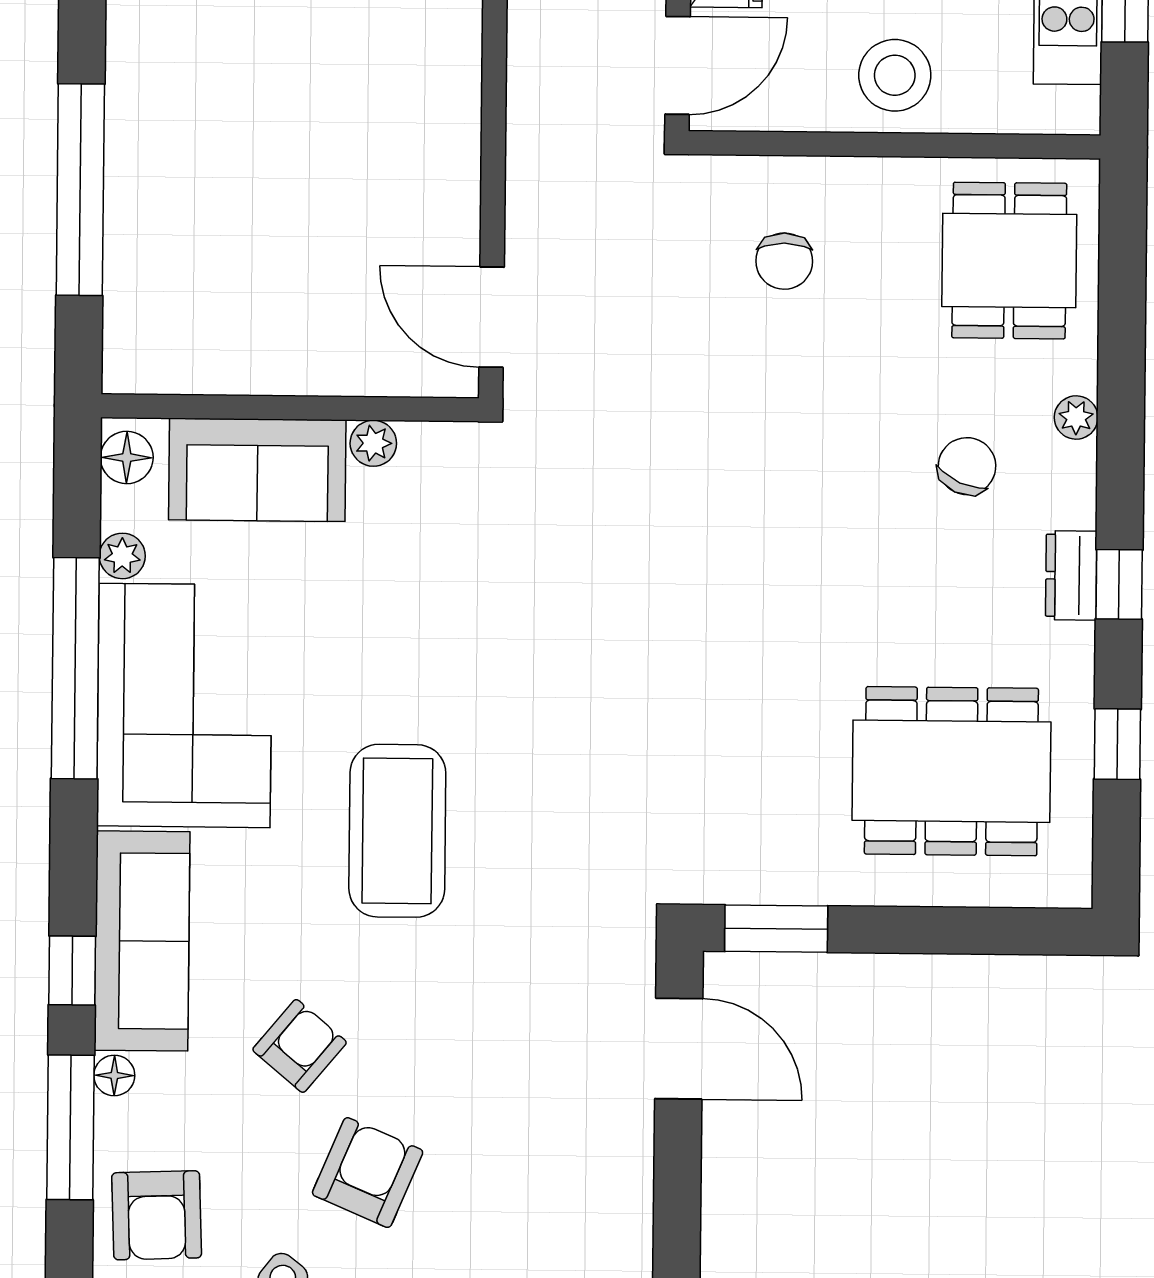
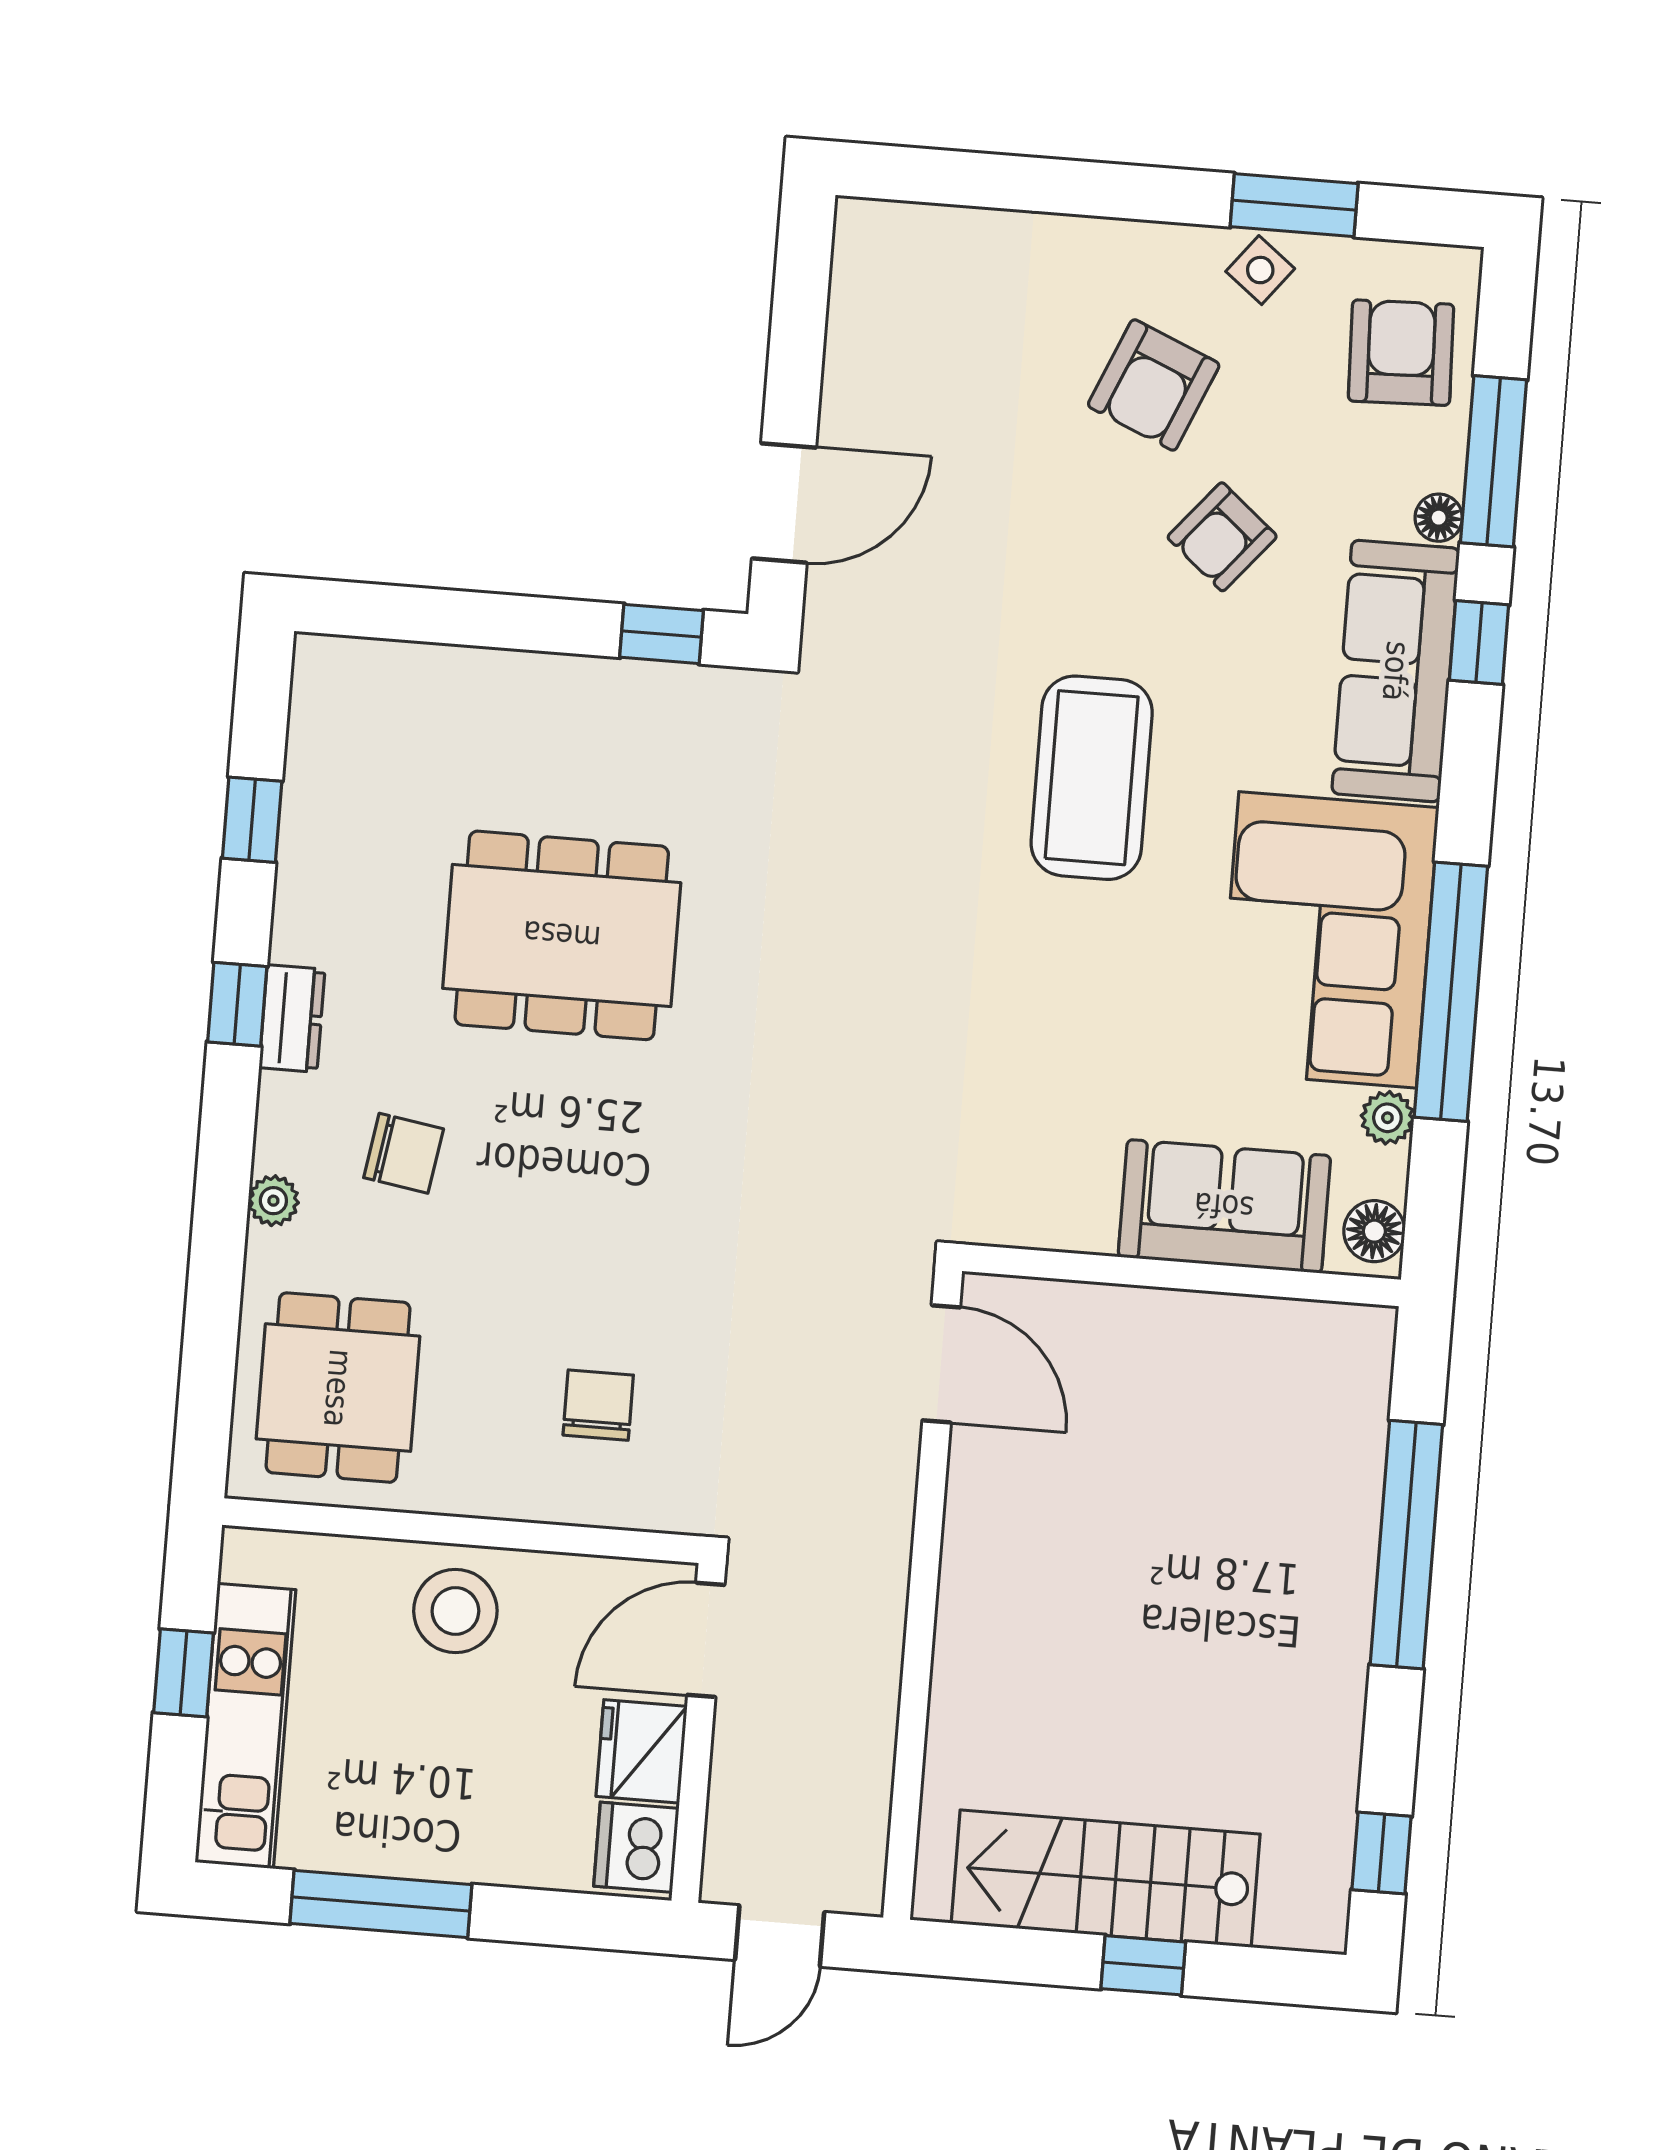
plant: (373, 443) -> (1088, 1228), removed
chair: (967, 466) -> (404, 1153), turned -105
dining table: (951, 771) -> (562, 935), moved
window: (776, 929) -> (661, 634), width x0.67
door: (679, 1049) -> (784, 503), swing flipped

